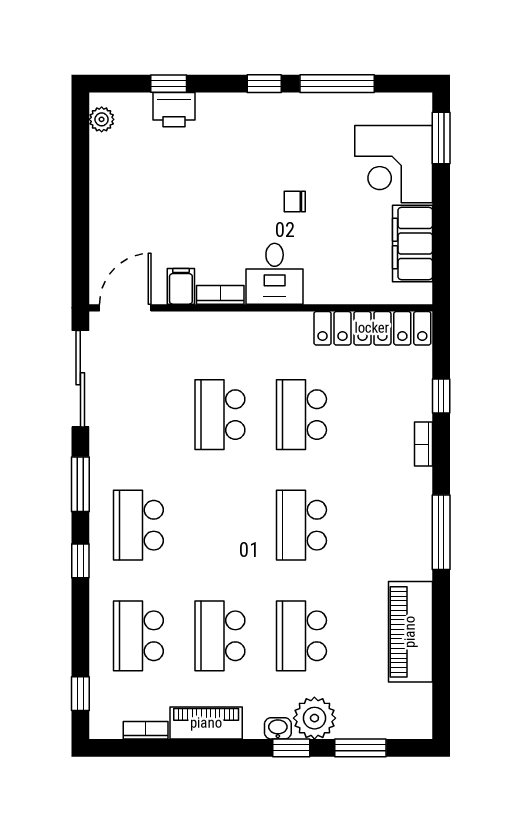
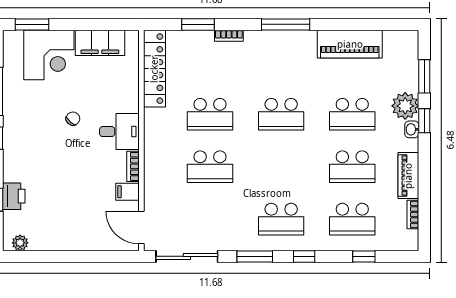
chair: (295, 201) -> (73, 119), turned -138
window: (441, 396) -> (198, 24), width x1.50
window: (80, 694) -> (364, 256), moved

